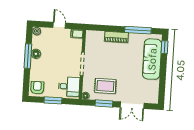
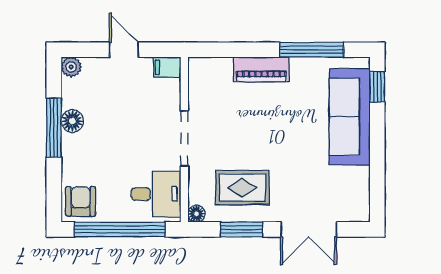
window: (53, 100) -> (120, 229), width x2.11

